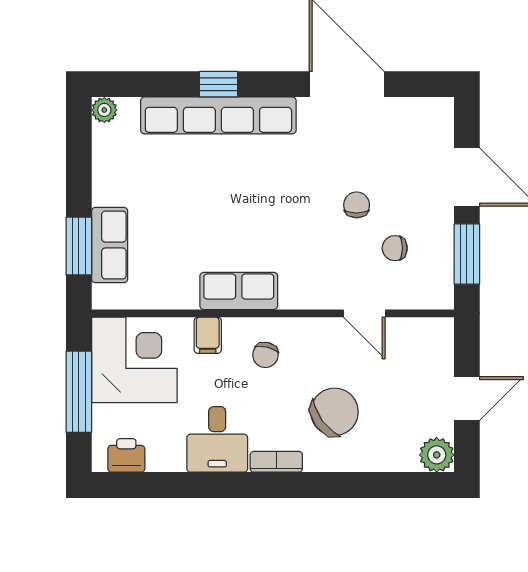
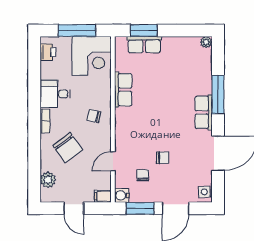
window: (218, 84) -> (218, 94), width x2.17
side table: (431, 114) -> (204, 192), added
row of seats: (218, 115) -> (204, 112), width x0.50
row of seats: (239, 291) -> (123, 90), moved
water cooler: (439, 294) -> (122, 195), added
filing cabinet: (208, 335) -> (103, 196), moved
plant: (437, 455) -> (48, 180), moved

